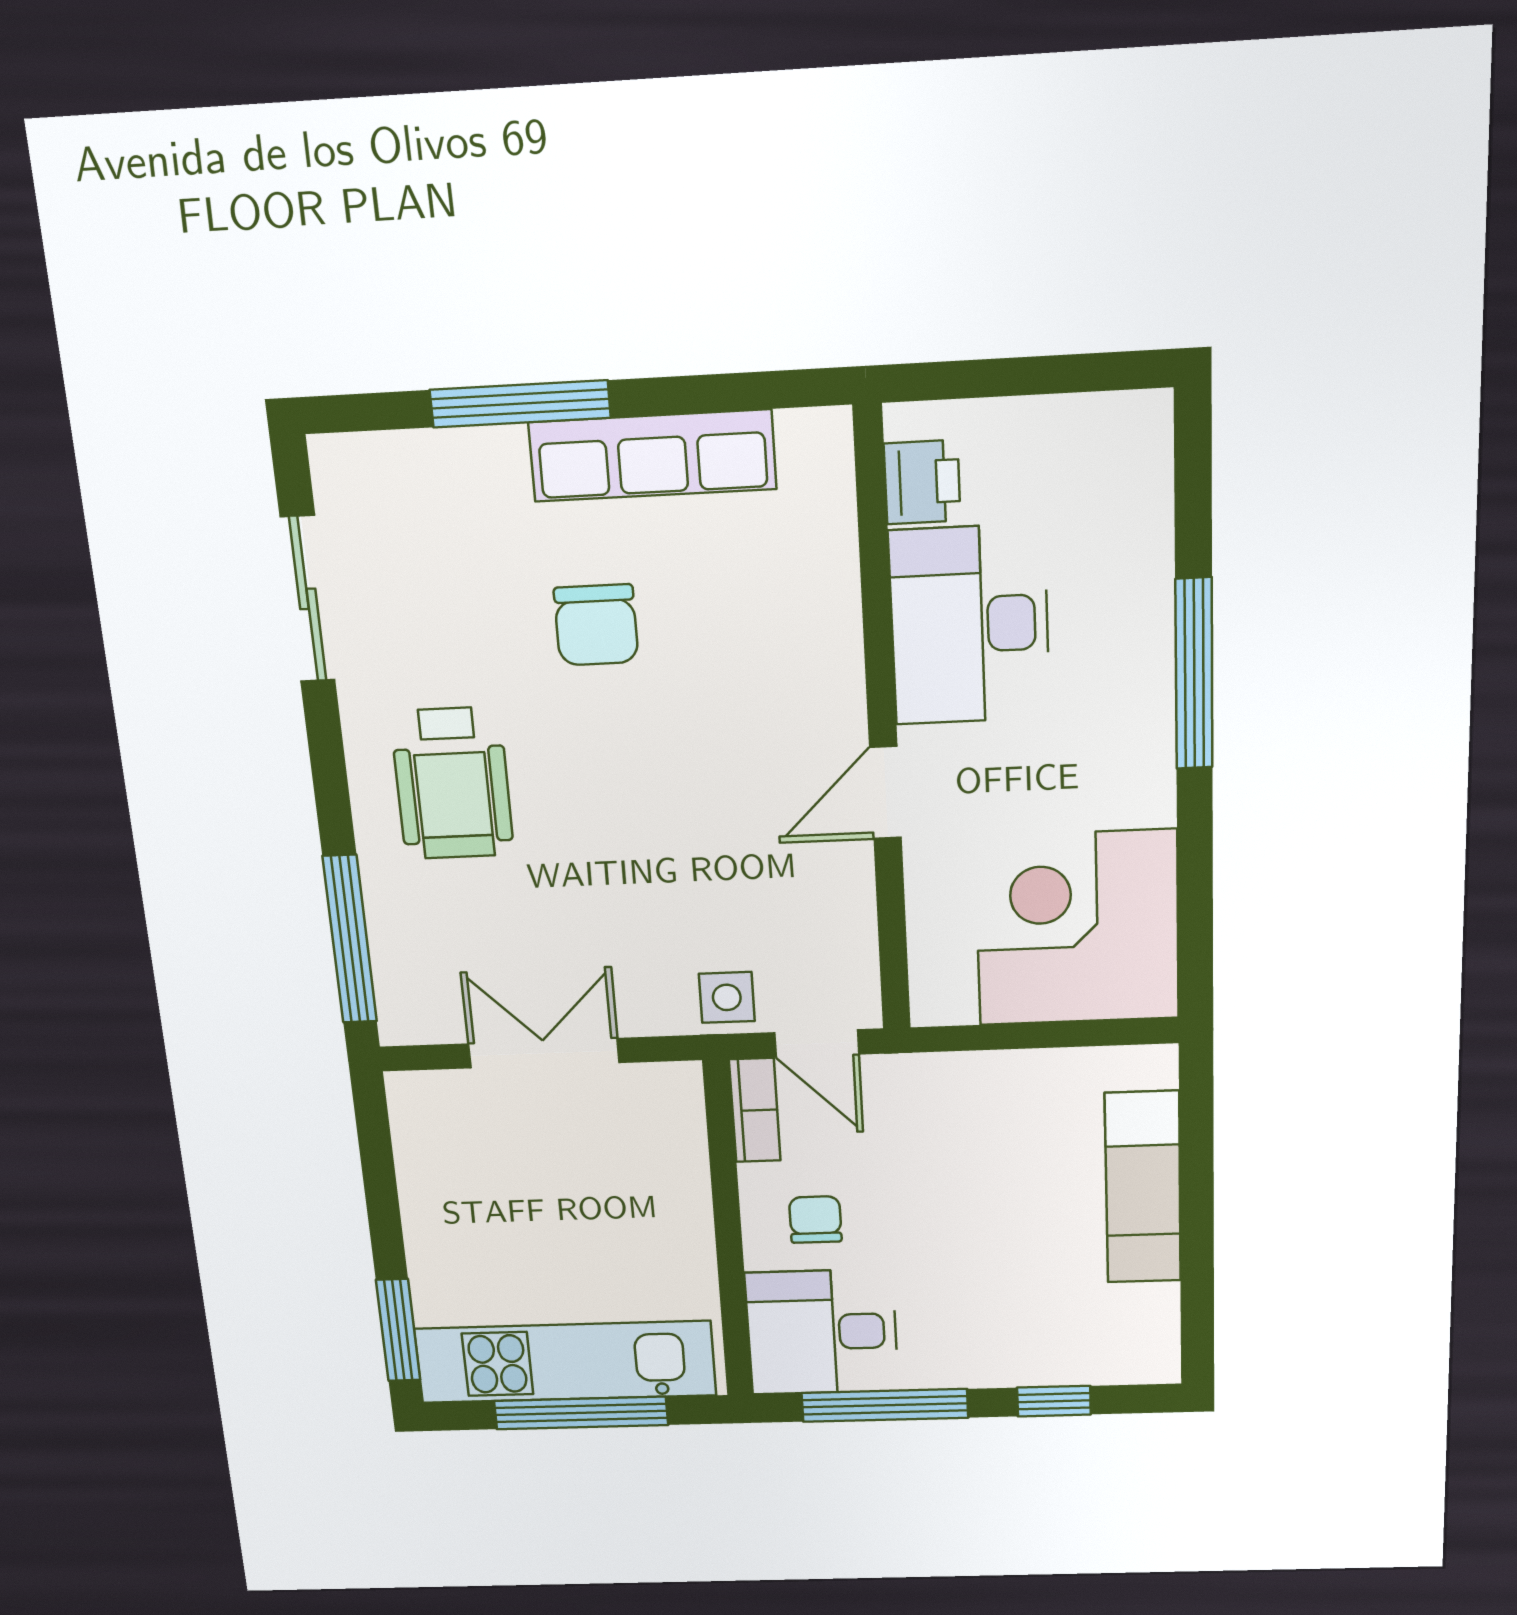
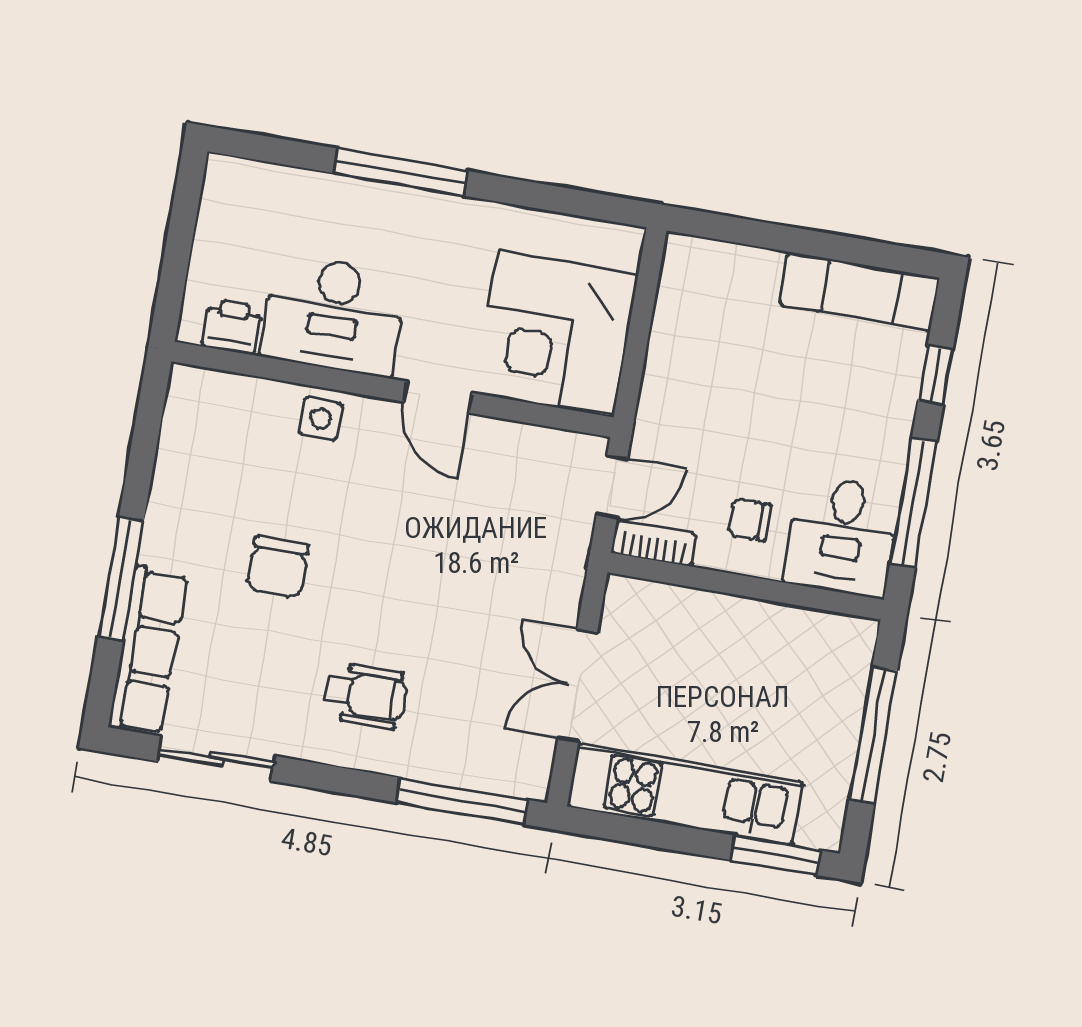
row of seats: (652, 456) -> (148, 651), moved
chair: (596, 625) -> (278, 567), turned 90
wheelchair: (452, 783) -> (365, 696), width x0.73, depth x0.73
corner desk: (1077, 928) -> (556, 333), moved
side table: (727, 997) -> (321, 419), moved
exam couch: (1143, 1188) -> (859, 291), moved
kitchen unit: (565, 1362) -> (685, 794), moved, turned 90

